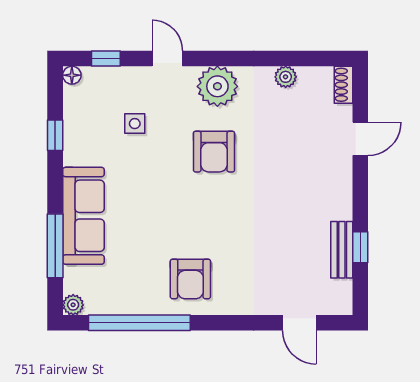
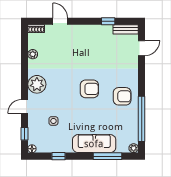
armchair: (214, 152) -> (89, 89), moved
bench: (342, 250) -> (126, 29), moved

